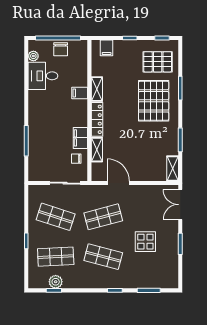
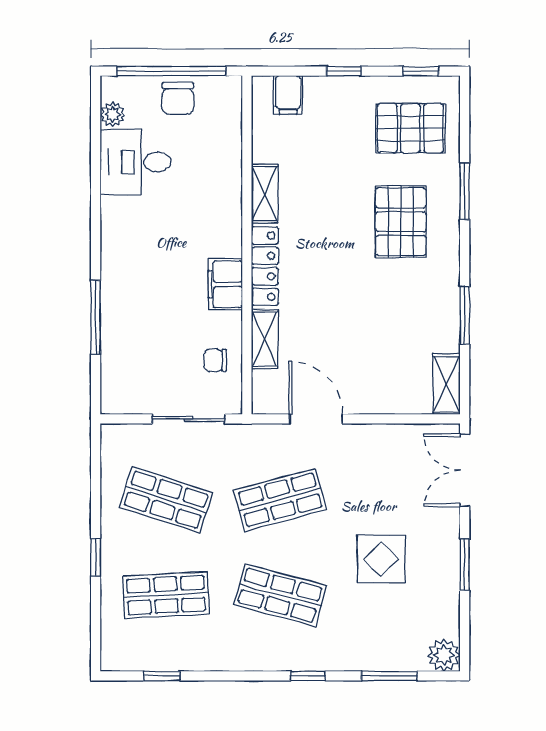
filing cabinet: (80, 93) -> (224, 203), removed
pallet: (154, 101) -> (401, 222), width x0.73, depth x0.71
filing cabinet: (80, 138) -> (225, 284), moved
plant: (56, 282) -> (444, 655), moved

